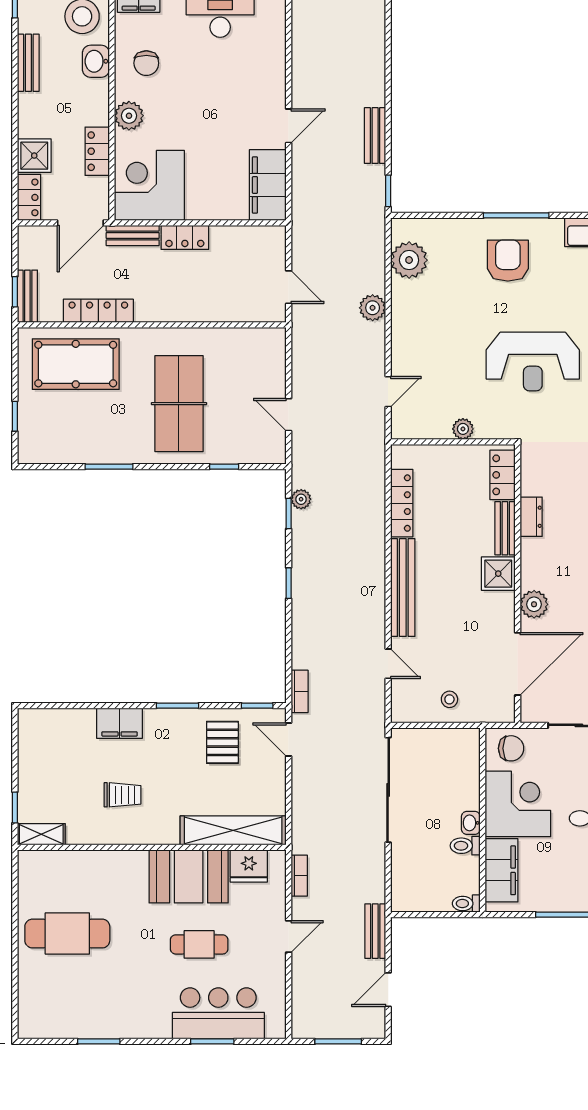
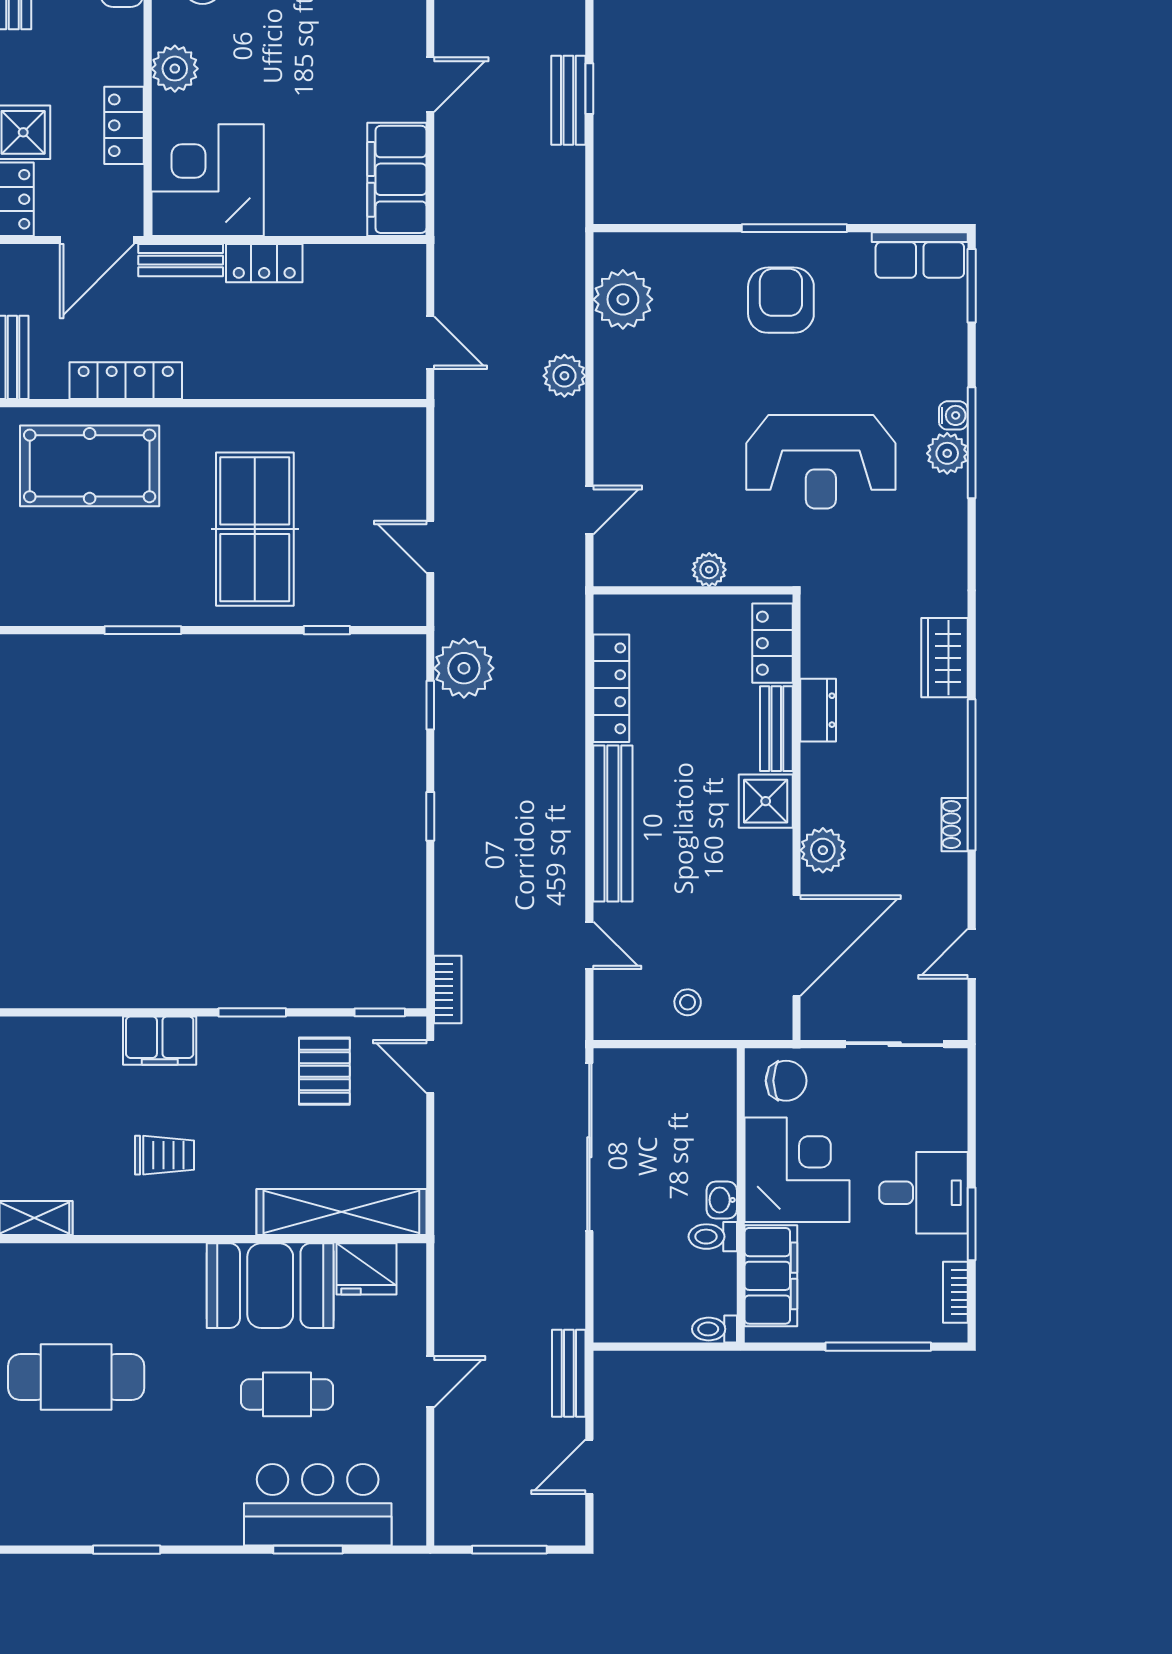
window: (388, 191) -> (589, 89), moved
plant: (301, 499) -> (464, 668), width x1.88, depth x1.88
bookcase: (299, 876) -> (447, 1284), removed

